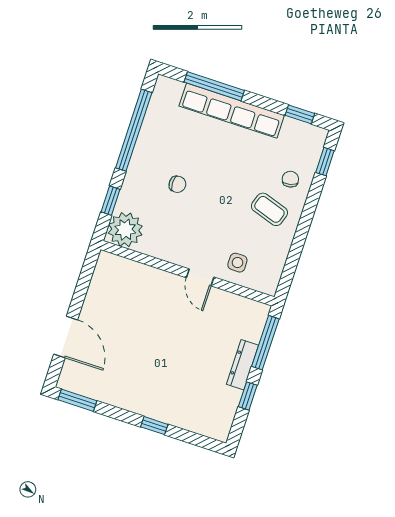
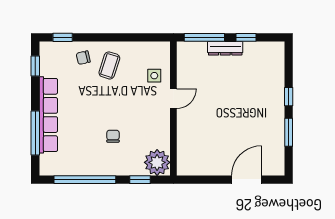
window: (77, 400) -> (289, 132), moved

